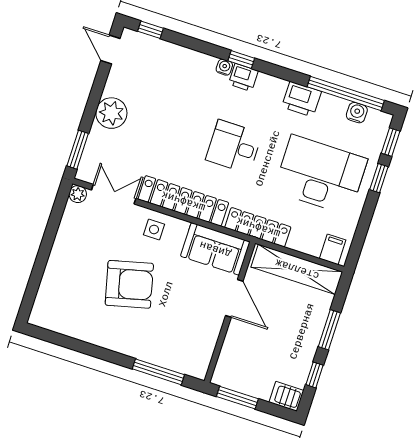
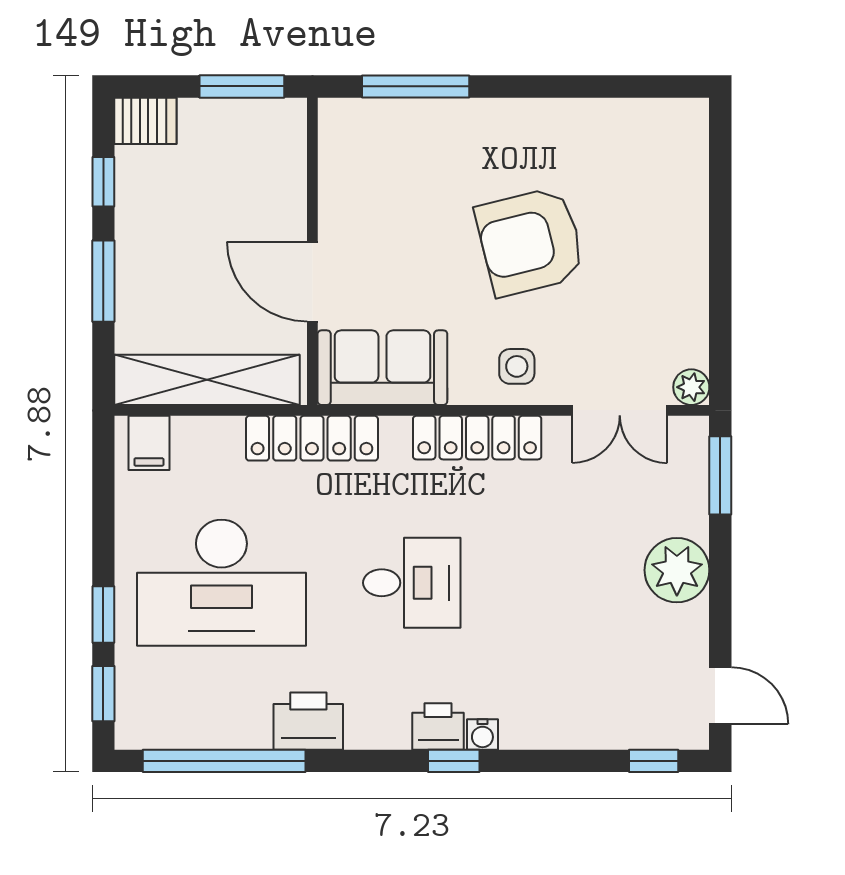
water cooler: (357, 113) -> (190, 730), removed
locker: (183, 201) -> (477, 438), width x0.71, depth x0.83

